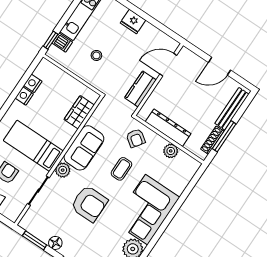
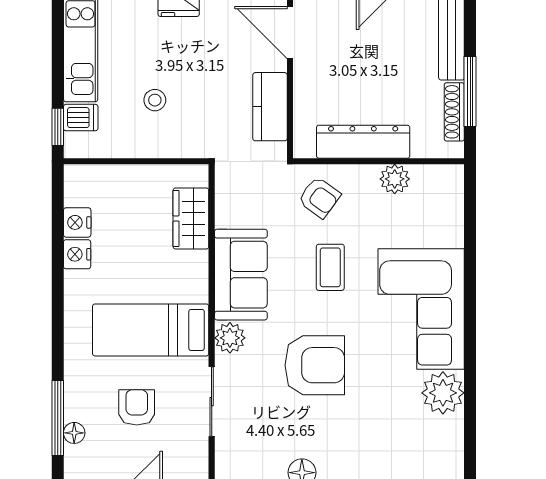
door: (168, 65) -> (290, 32), hinge flipped

